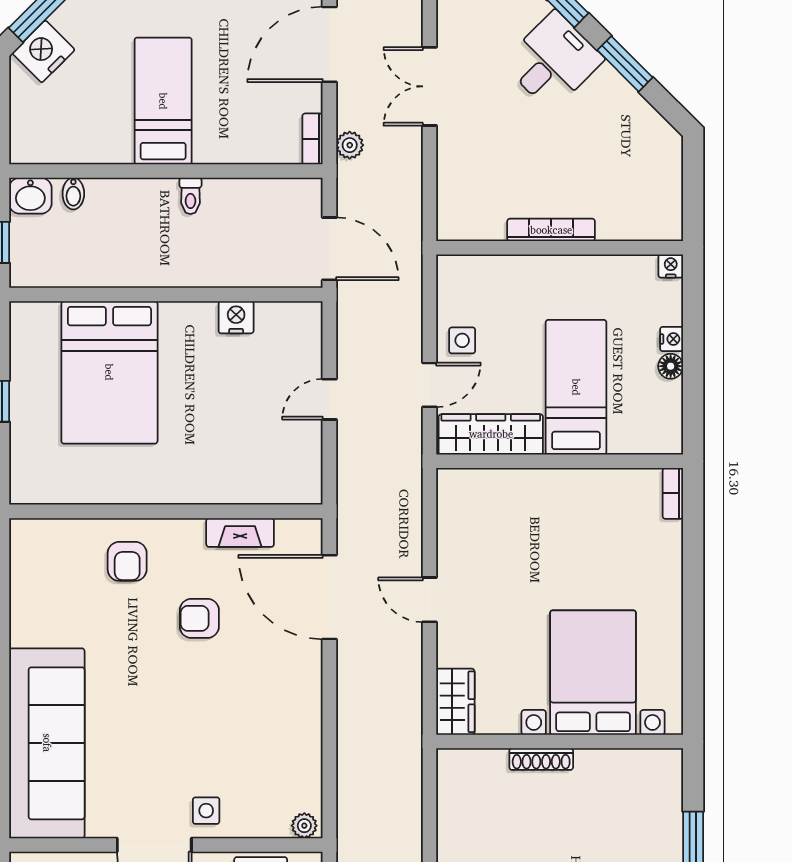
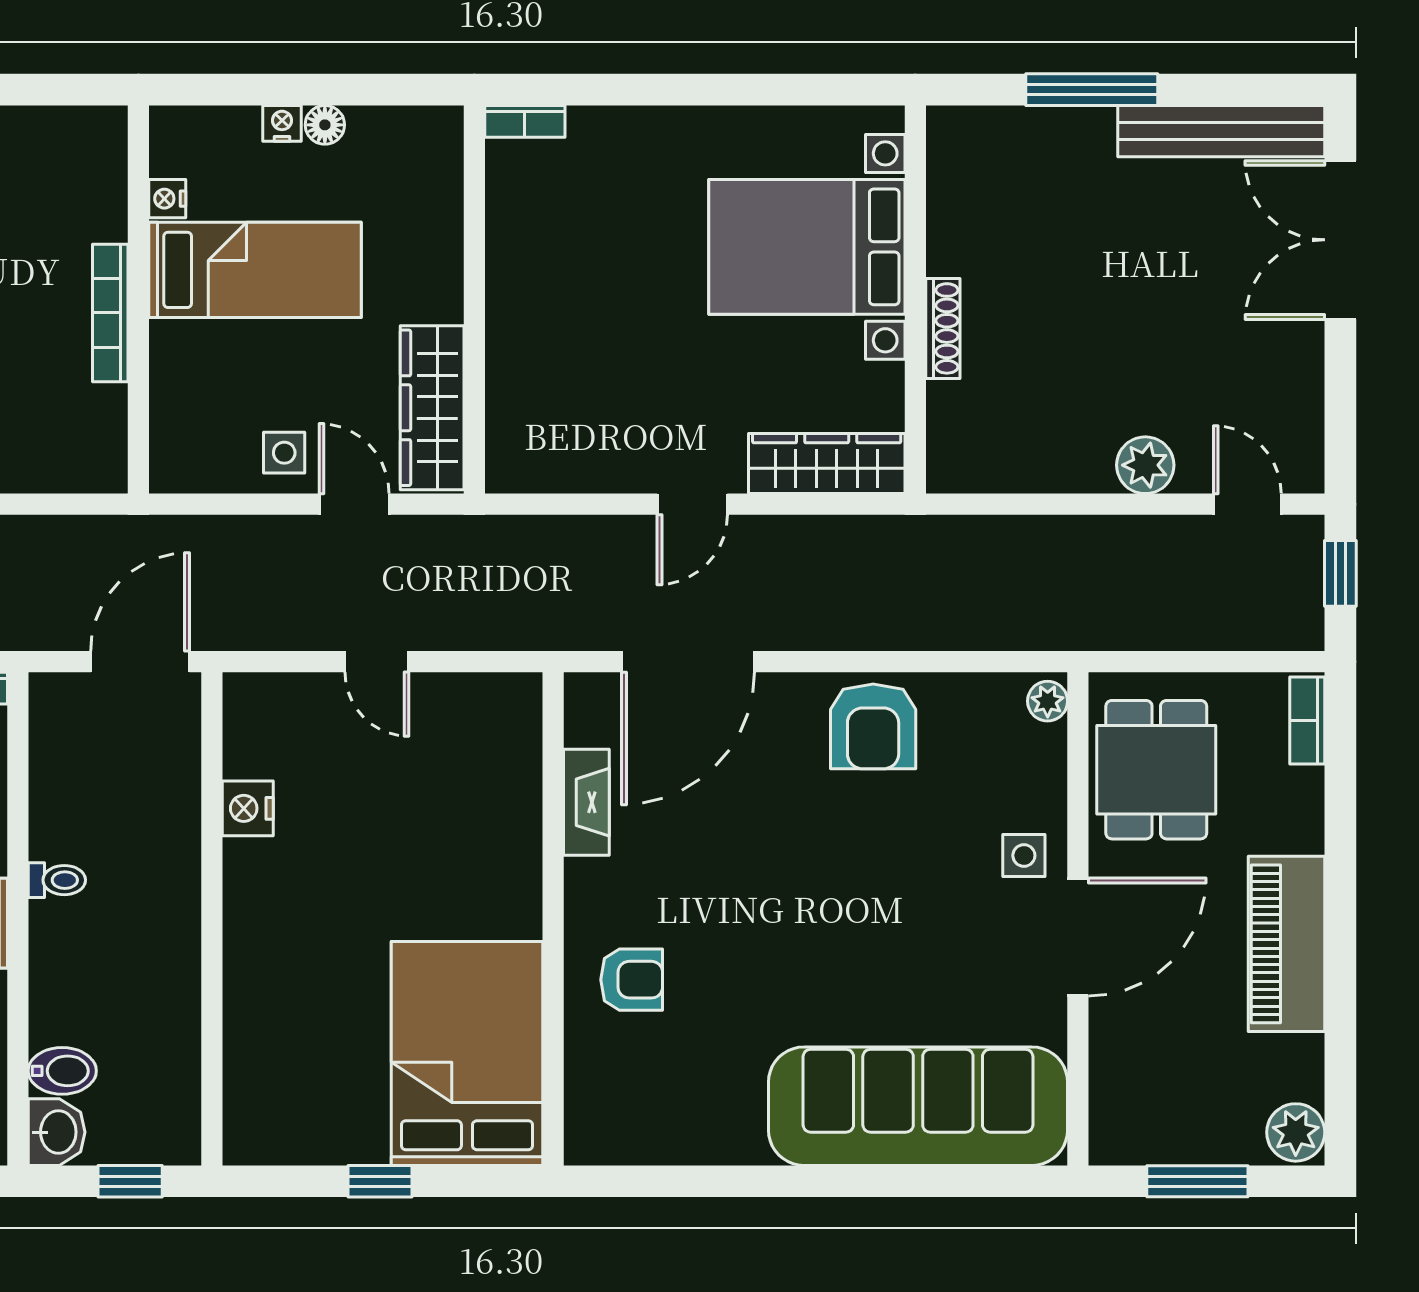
bidet: (73, 194) -> (62, 1071), width x1.38, depth x1.36
nightstand: (671, 266) -> (167, 199), moved
bed: (109, 372) -> (467, 1053), moved, turned -90
bed: (576, 387) -> (255, 270), moved, turned 180
armchair: (199, 618) -> (873, 726), moved, width x1.38, depth x1.38
wardrobe: (455, 702) -> (827, 463), width x1.50

